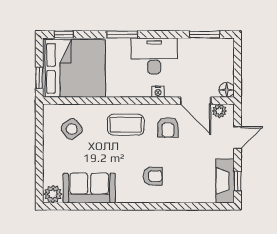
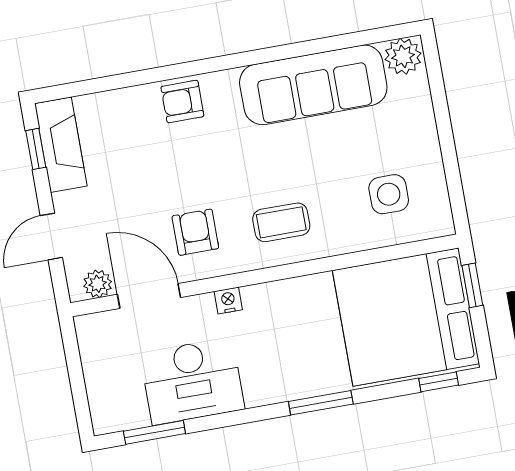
desk: (154, 56) -> (192, 381), moved
floor lamp: (227, 90) -> (90, 329), removed
coffee table: (126, 125) -> (281, 222), width x0.73, depth x0.77
side table: (72, 129) -> (389, 194), turned 37
armchair: (153, 176) -> (182, 101), moved
sofa: (89, 188) -> (313, 85), width x1.36

